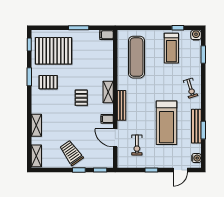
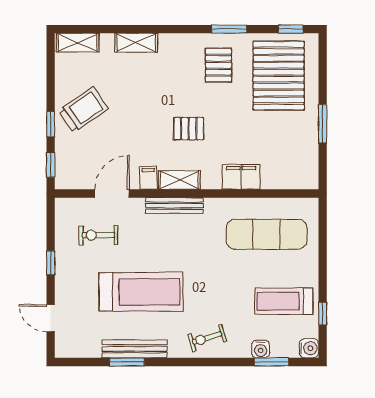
filing cabinet: (106, 35) -> (241, 177), moved, width x2.00
shelving: (108, 92) -> (179, 180), moved
treadmill: (167, 123) -> (141, 292), turned 180
water cooler: (196, 158) -> (261, 349), moved

